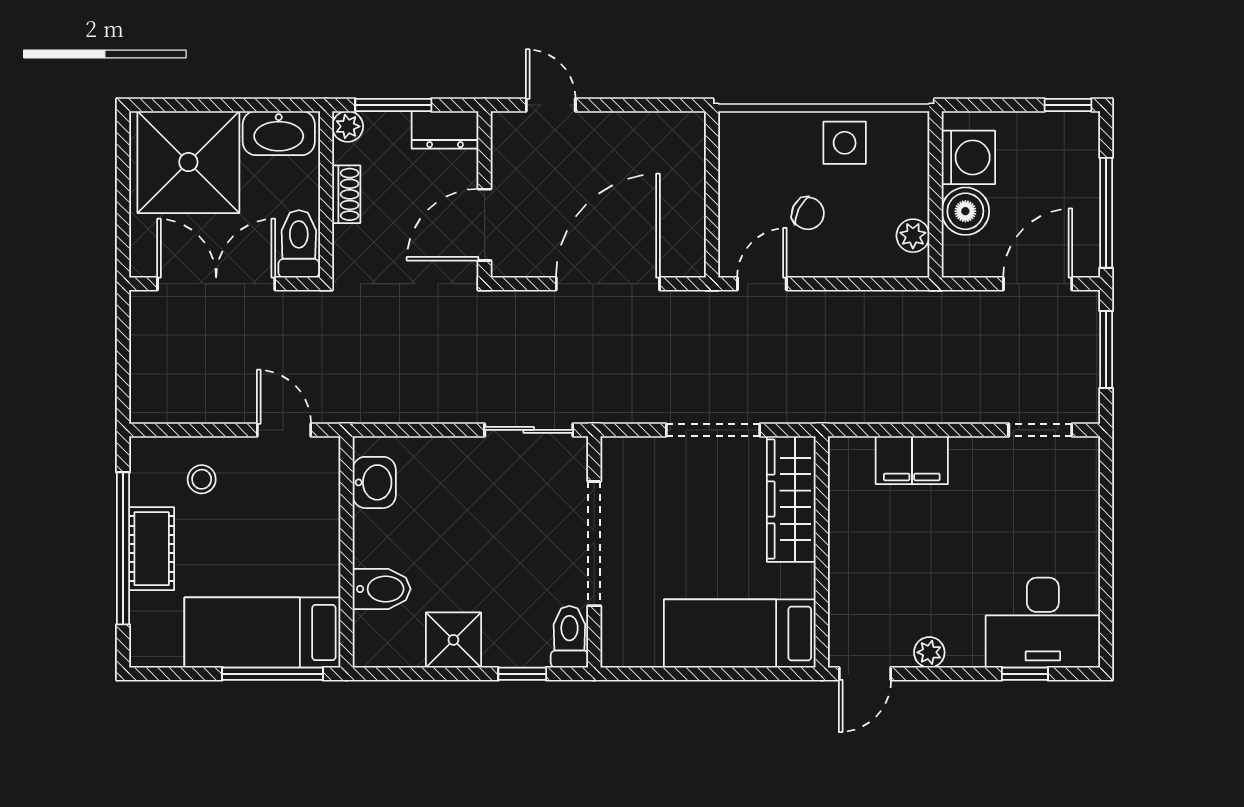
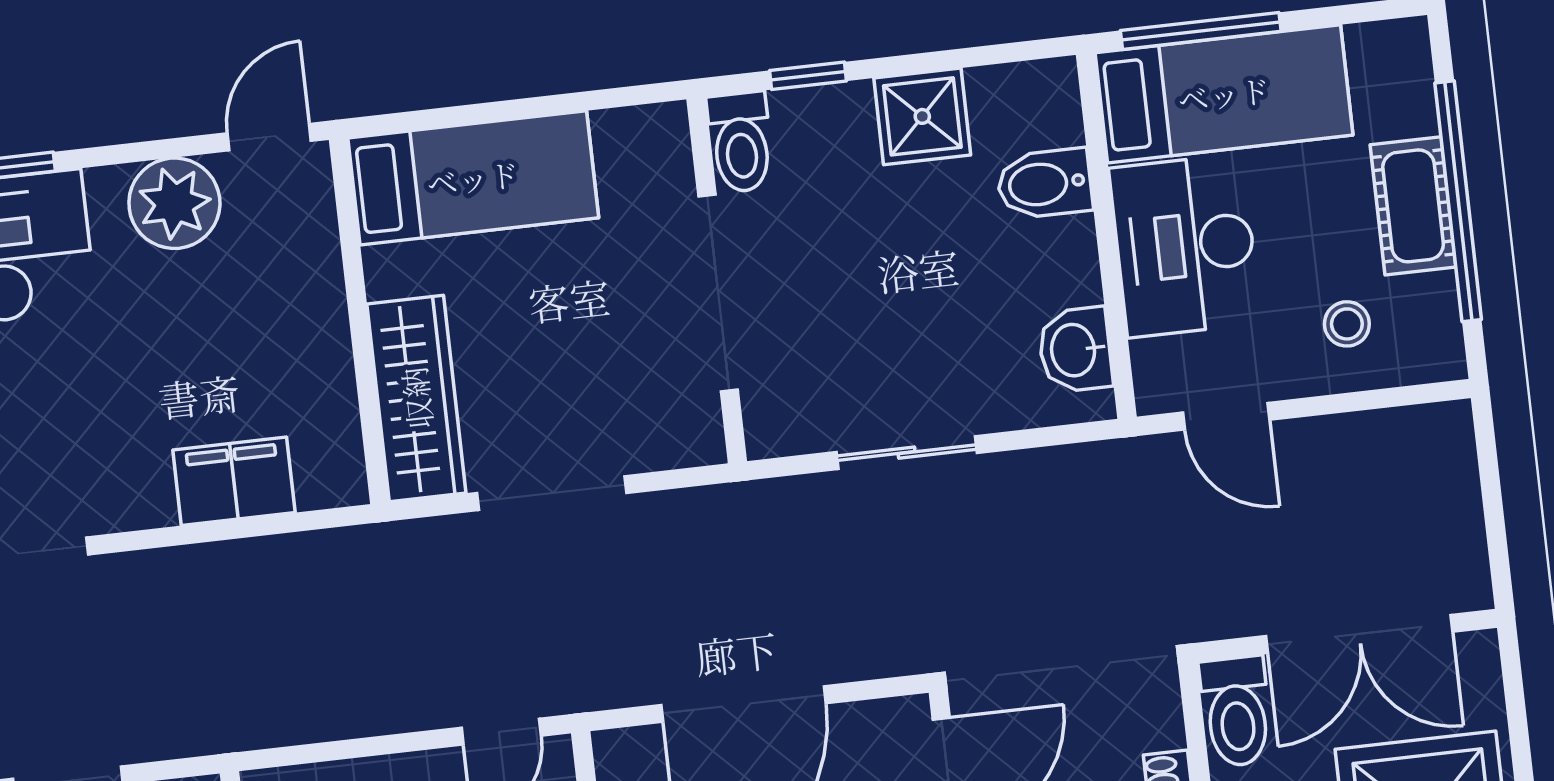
sliding door: (529, 430) -> (907, 453), moved
desk: (298, 540) -> (1185, 246), added
plant: (929, 652) -> (174, 203), width x1.87, depth x1.87

